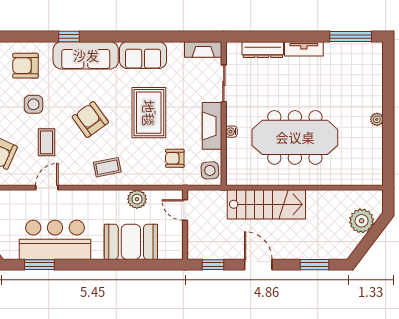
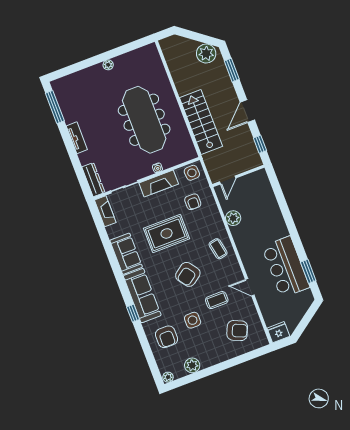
dresser: (263, 50) -> (93, 180), moved
plant: (362, 221) -> (206, 54), moved
booth: (131, 242) -> (266, 211), removed

